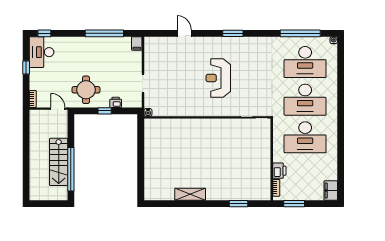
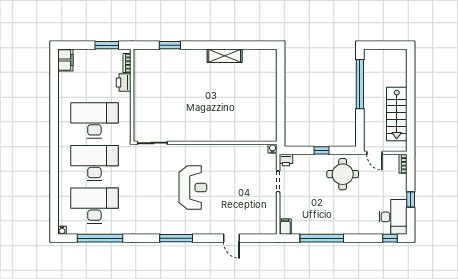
window: (233, 33) -> (176, 238), width x1.44
printer: (116, 102) -> (286, 160), moved
stairs: (59, 162) -> (397, 114), moved, turned 180

